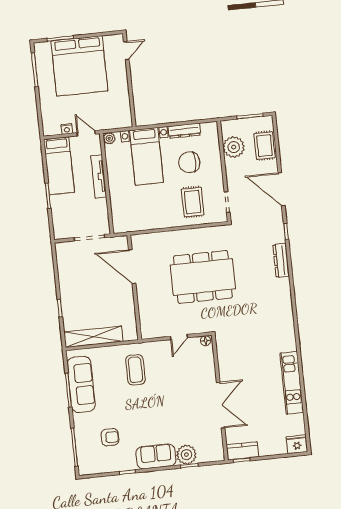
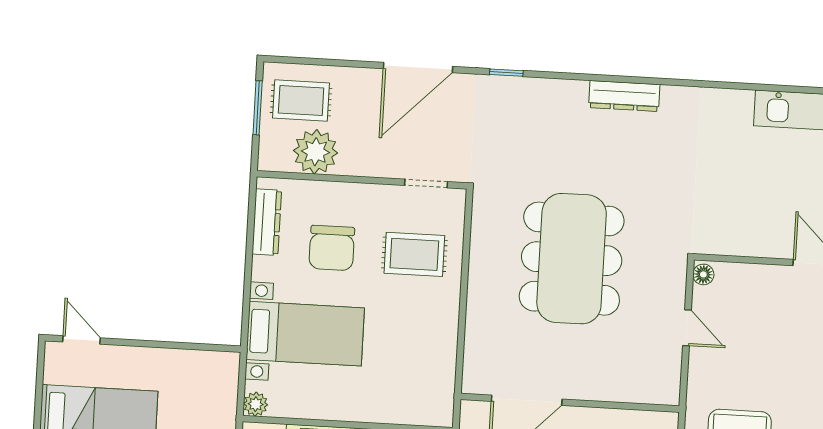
dresser: (184, 131) -> (267, 222), moved
rug: (264, 146) -> (301, 101), moved
dresser: (281, 260) -> (624, 96), moved

